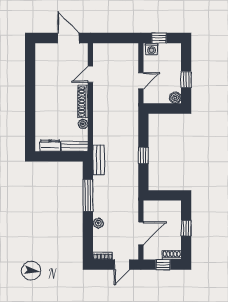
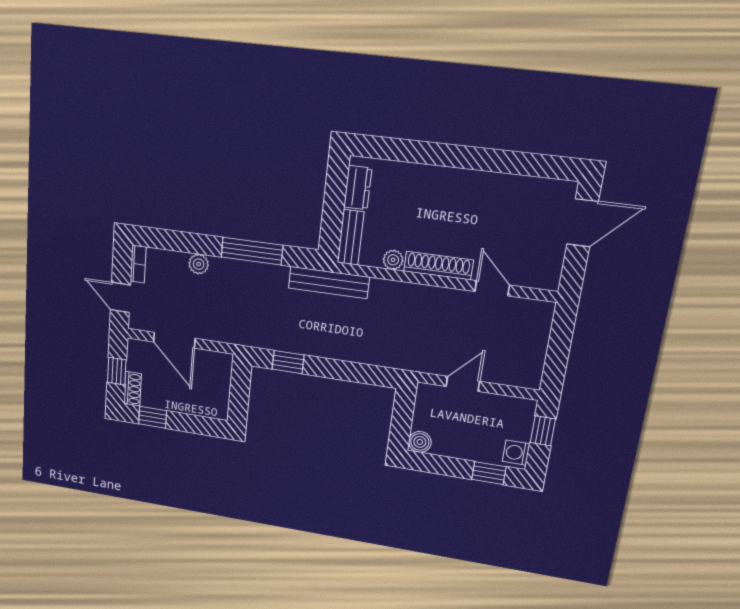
door: (68, 38) -> (582, 223), moved
washing machine: (152, 49) -> (516, 453), moved
window: (186, 80) -> (489, 473), moved
door: (141, 81) -> (463, 384), swing flipped
window: (143, 156) -> (288, 362), moved
bench: (99, 160) -> (329, 283), width x1.36
window: (186, 228) -> (153, 417), moved

